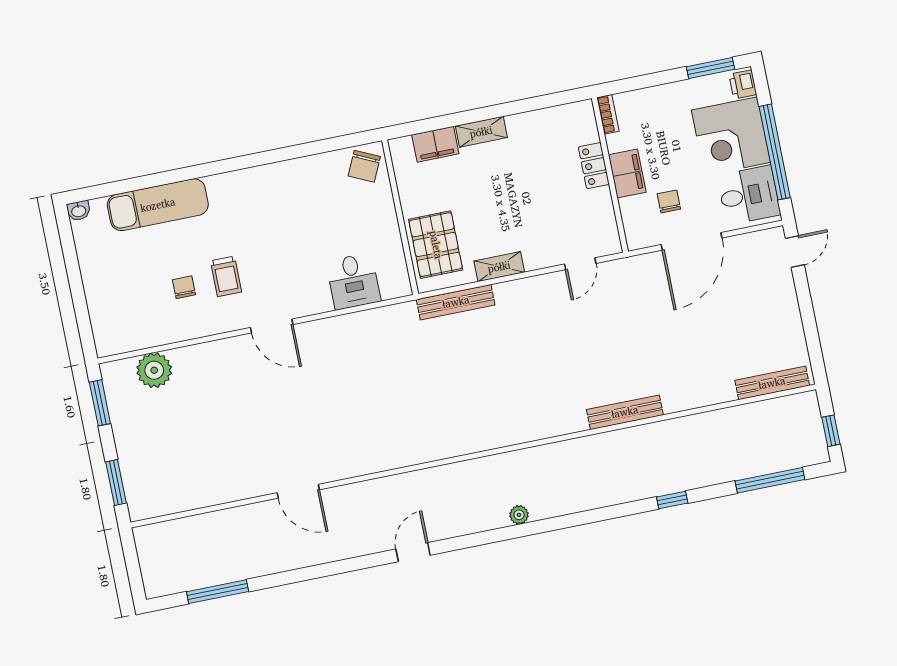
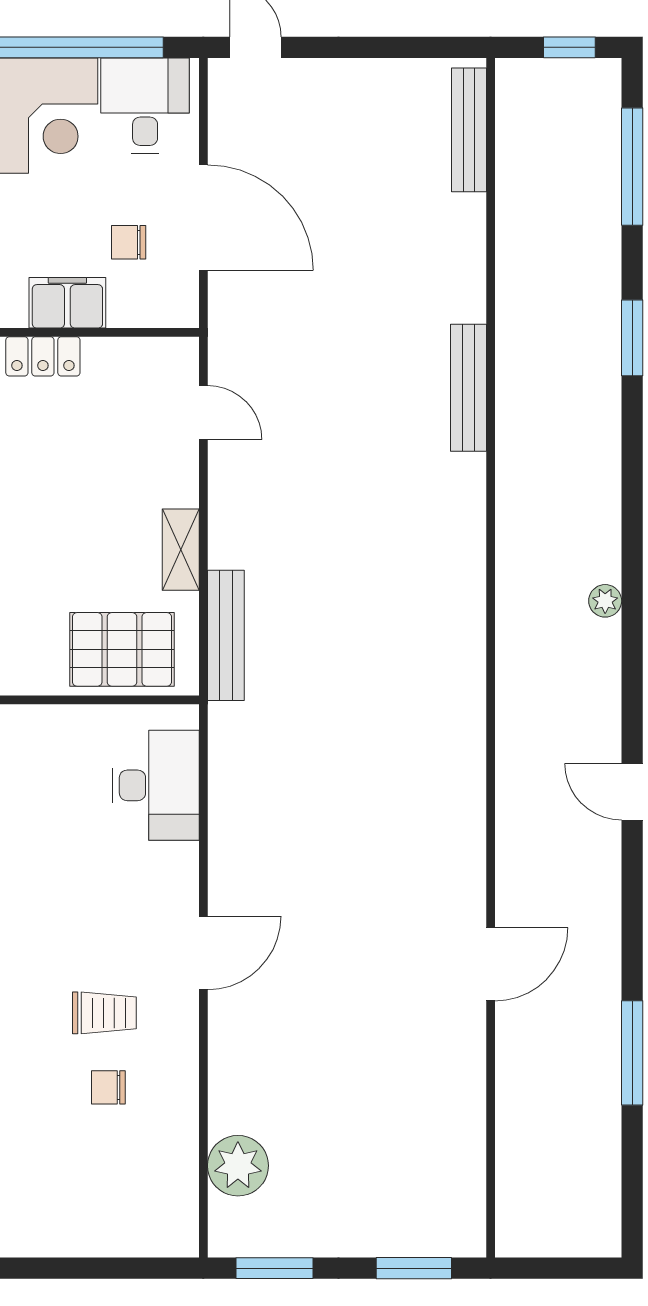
desk: (353, 281) -> (156, 785), width x1.37
window: (672, 500) -> (632, 338), width x1.50
window: (218, 592) -> (632, 1053), moved

